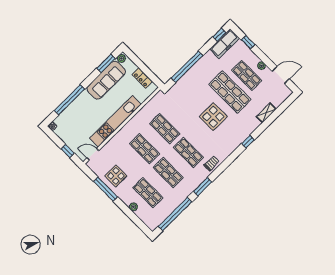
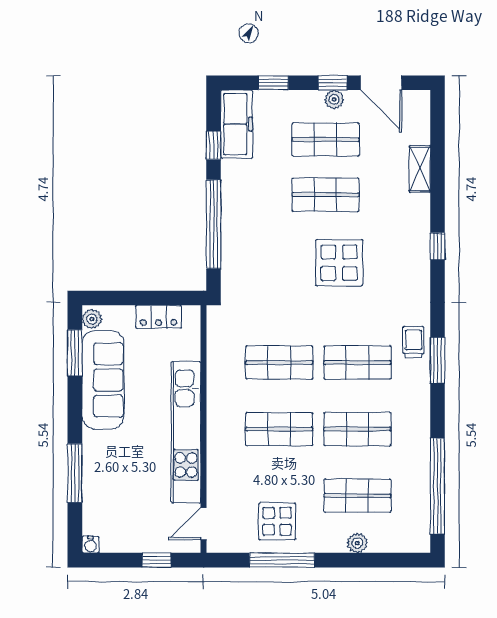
window: (219, 35) -> (214, 145), moved
window: (266, 60) -> (333, 83), added
door: (281, 75) -> (381, 83), swing flipped
shop shelf: (230, 92) -> (326, 195), width x0.70, depth x0.74
window: (69, 100) -> (75, 473), width x0.68
window: (203, 187) -> (437, 360), moved

